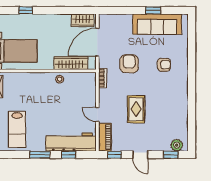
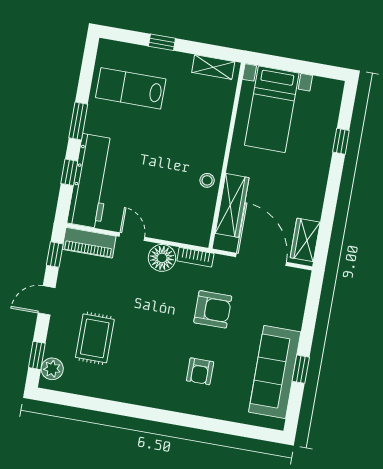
floor lamp: (106, 96) -> (162, 258), added
rug: (136, 109) -> (95, 338), moved, turned 90
door: (97, 114) -> (132, 237), hinge flipped

